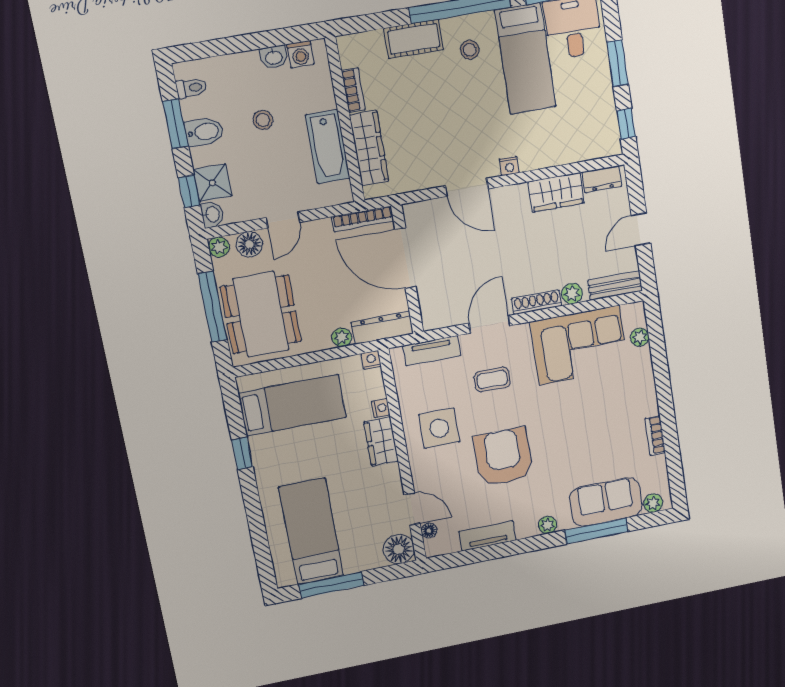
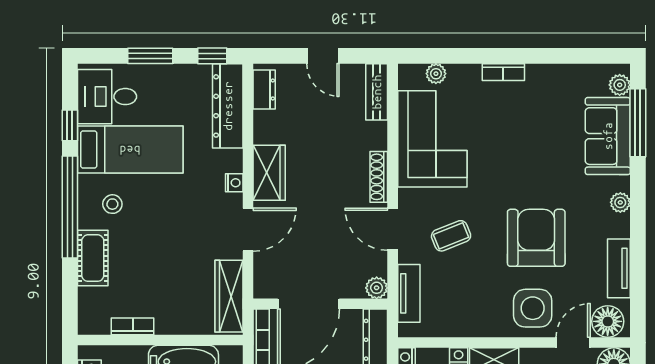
dresser: (581, 147) -> (228, 106), added
wardrobe: (369, 148) -> (229, 296), moved, turned -90
wardrobe: (556, 192) -> (269, 173), moved
plant: (572, 294) -> (377, 288), moved
coffee table: (492, 379) -> (451, 236), turned 68
side table: (439, 428) -> (533, 308), moved
bookcase: (655, 436) -> (503, 72), moved
armchair: (503, 457) -> (536, 238), turned 90
floor lamp: (429, 531) -> (608, 321), width x1.89, depth x1.89
window: (596, 531) -> (638, 123), moved

